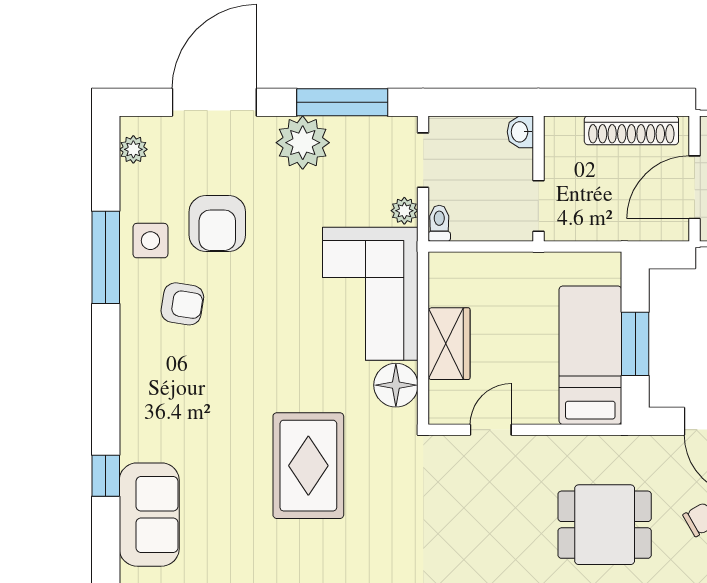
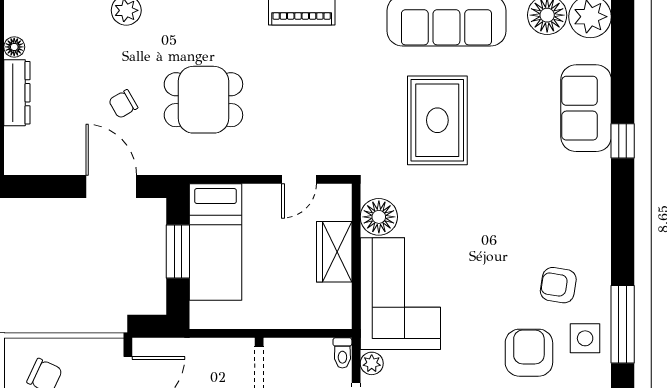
rug: (308, 466) -> (437, 120), moved

